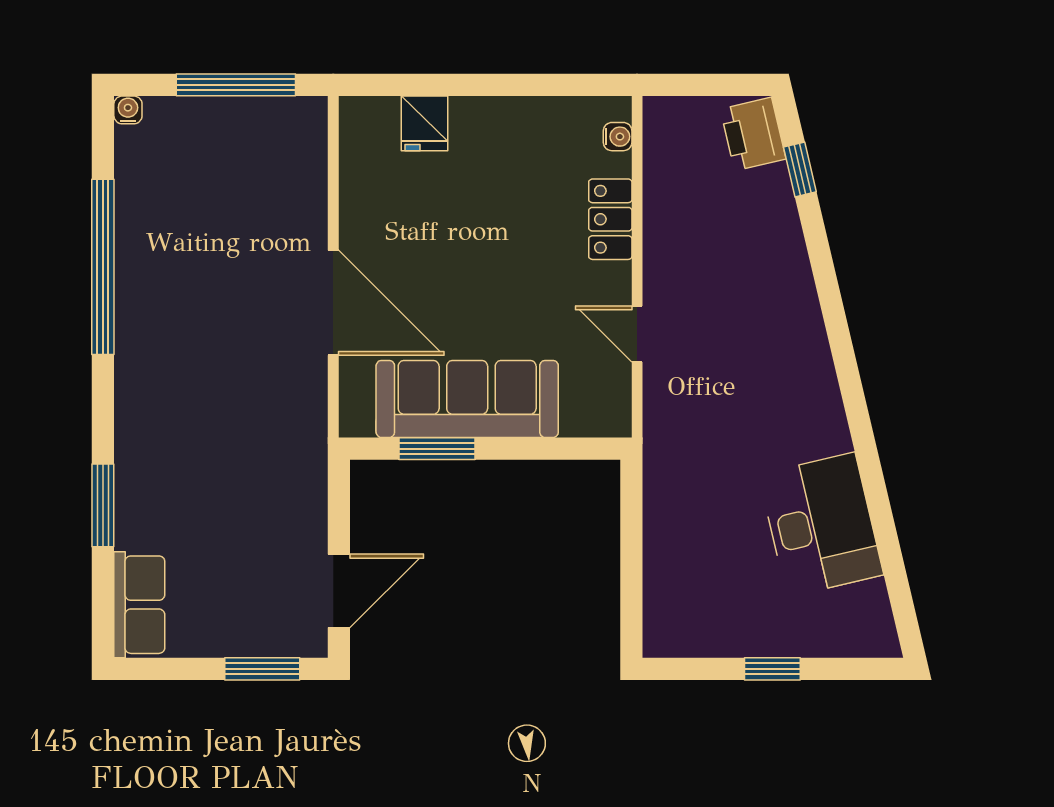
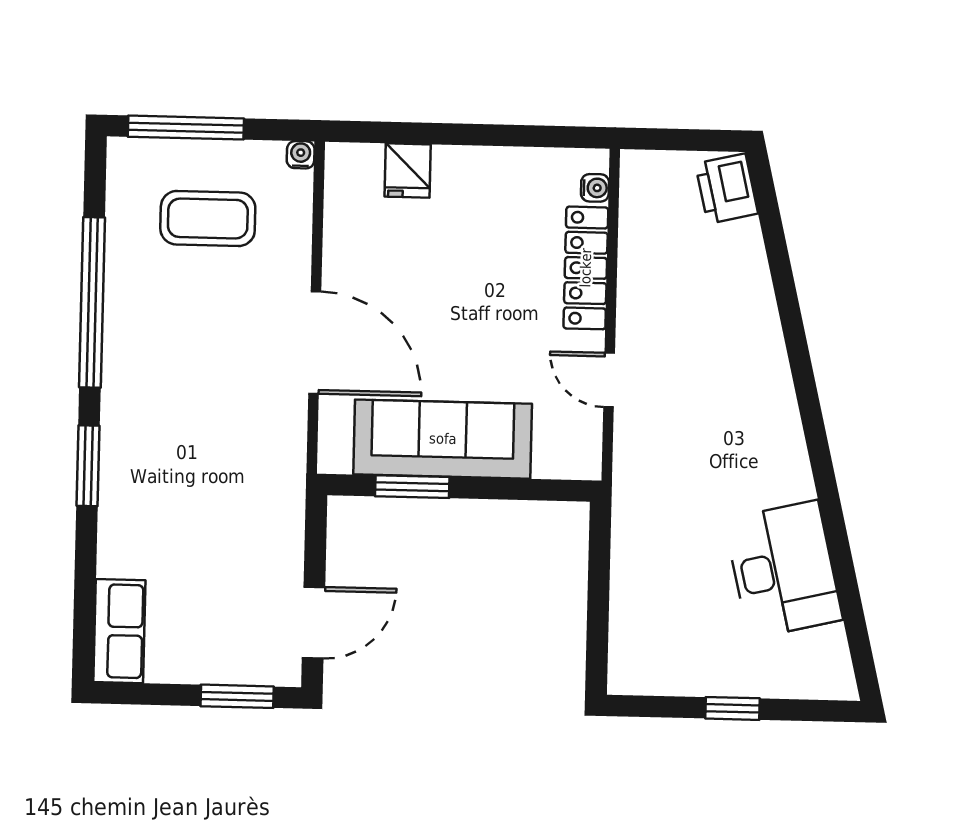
window: (236, 85) -> (186, 128), moved
water cooler: (128, 110) -> (301, 155), moved
window: (800, 169) -> (771, 224), removed
coffee table: (220, 178) -> (208, 218), added
locker: (610, 219) -> (586, 268), width x1.53
window: (103, 505) -> (88, 466), moved

